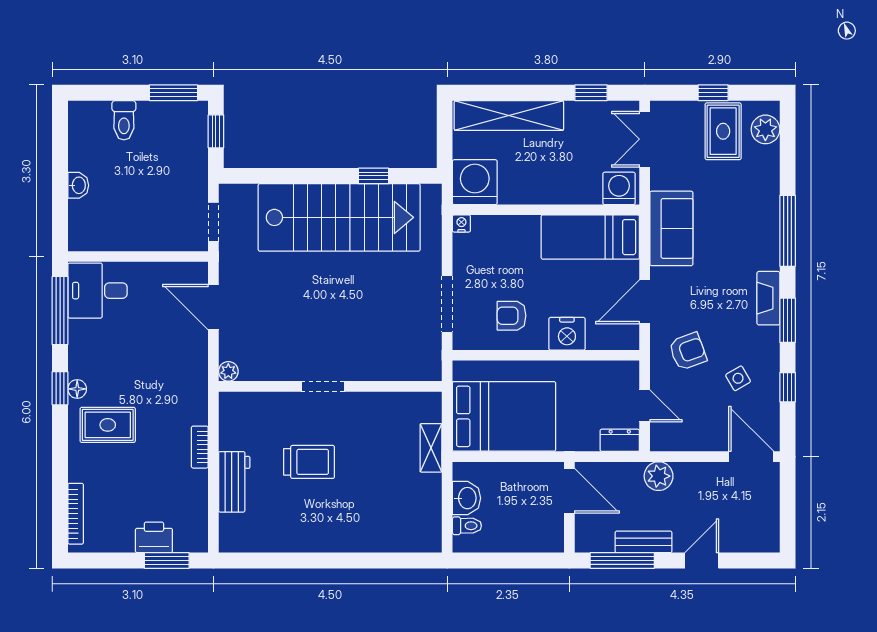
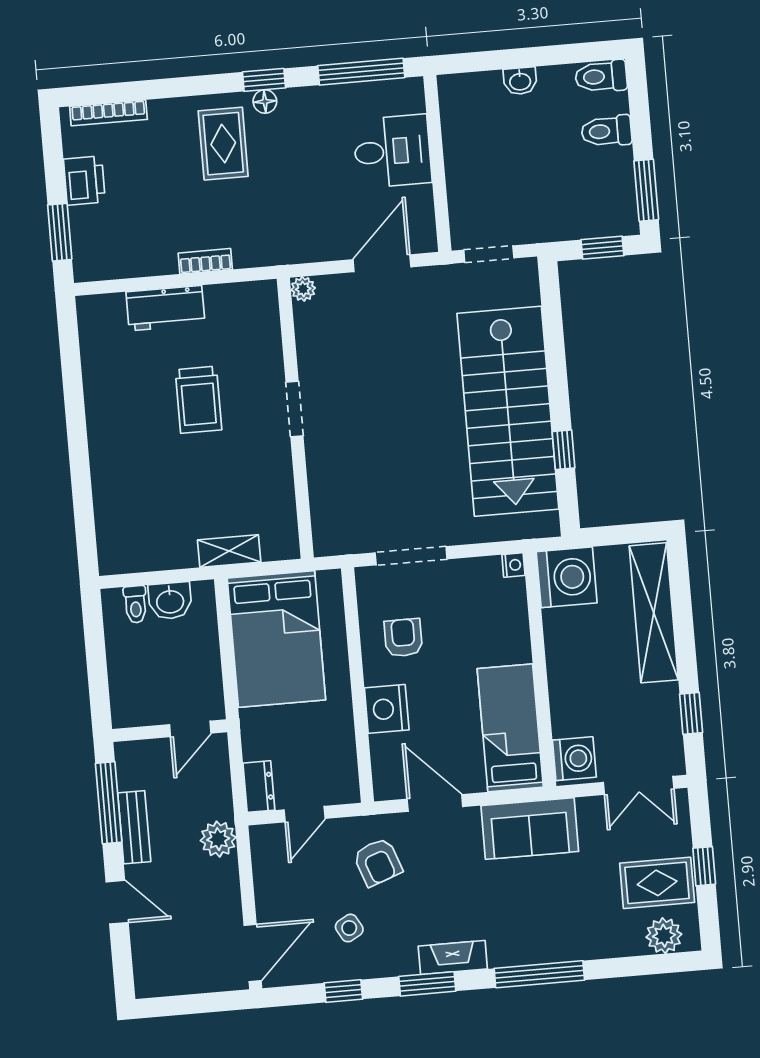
toilet: (80, 121) -> (601, 76), added
double door: (645, 139) -> (639, 785), swing flipped
desk: (97, 291) -> (392, 151), moved, turned 90
door: (569, 491) -> (190, 729), width x0.73
printer: (154, 537) -> (84, 181), moved

